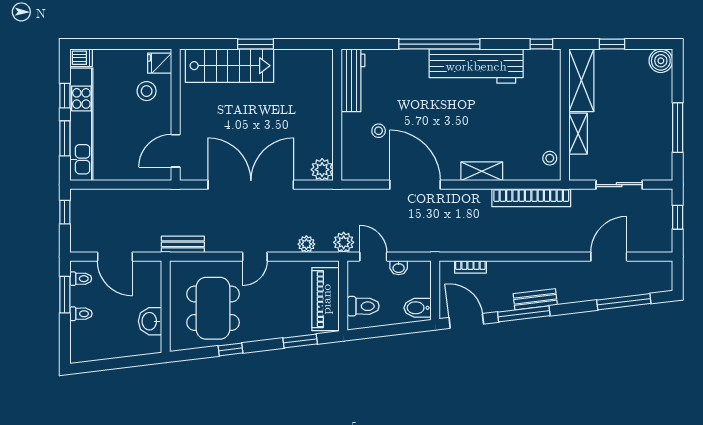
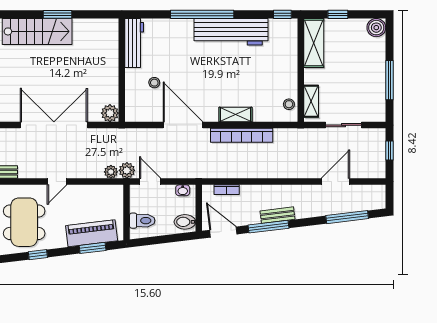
shelving: (578, 134) -> (311, 101), moved
bookcase: (531, 198) -> (242, 135), moved
plant: (306, 244) -> (111, 172), moved
washbasin: (399, 268) -> (183, 190), moved
piano: (326, 299) -> (92, 233), moved, turned 83

